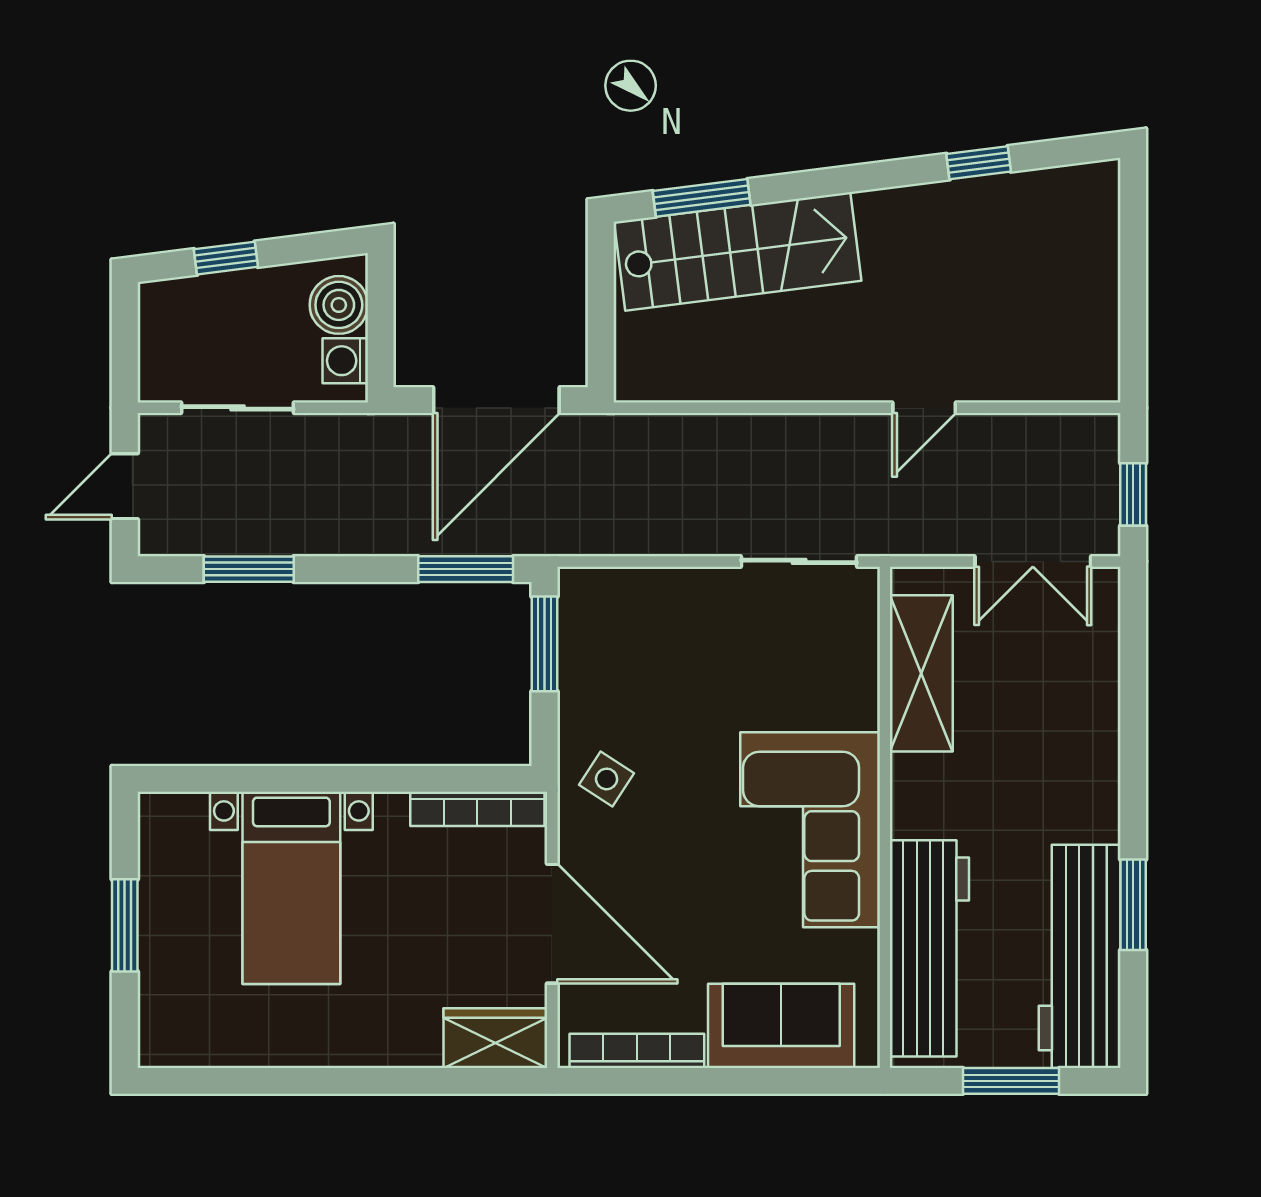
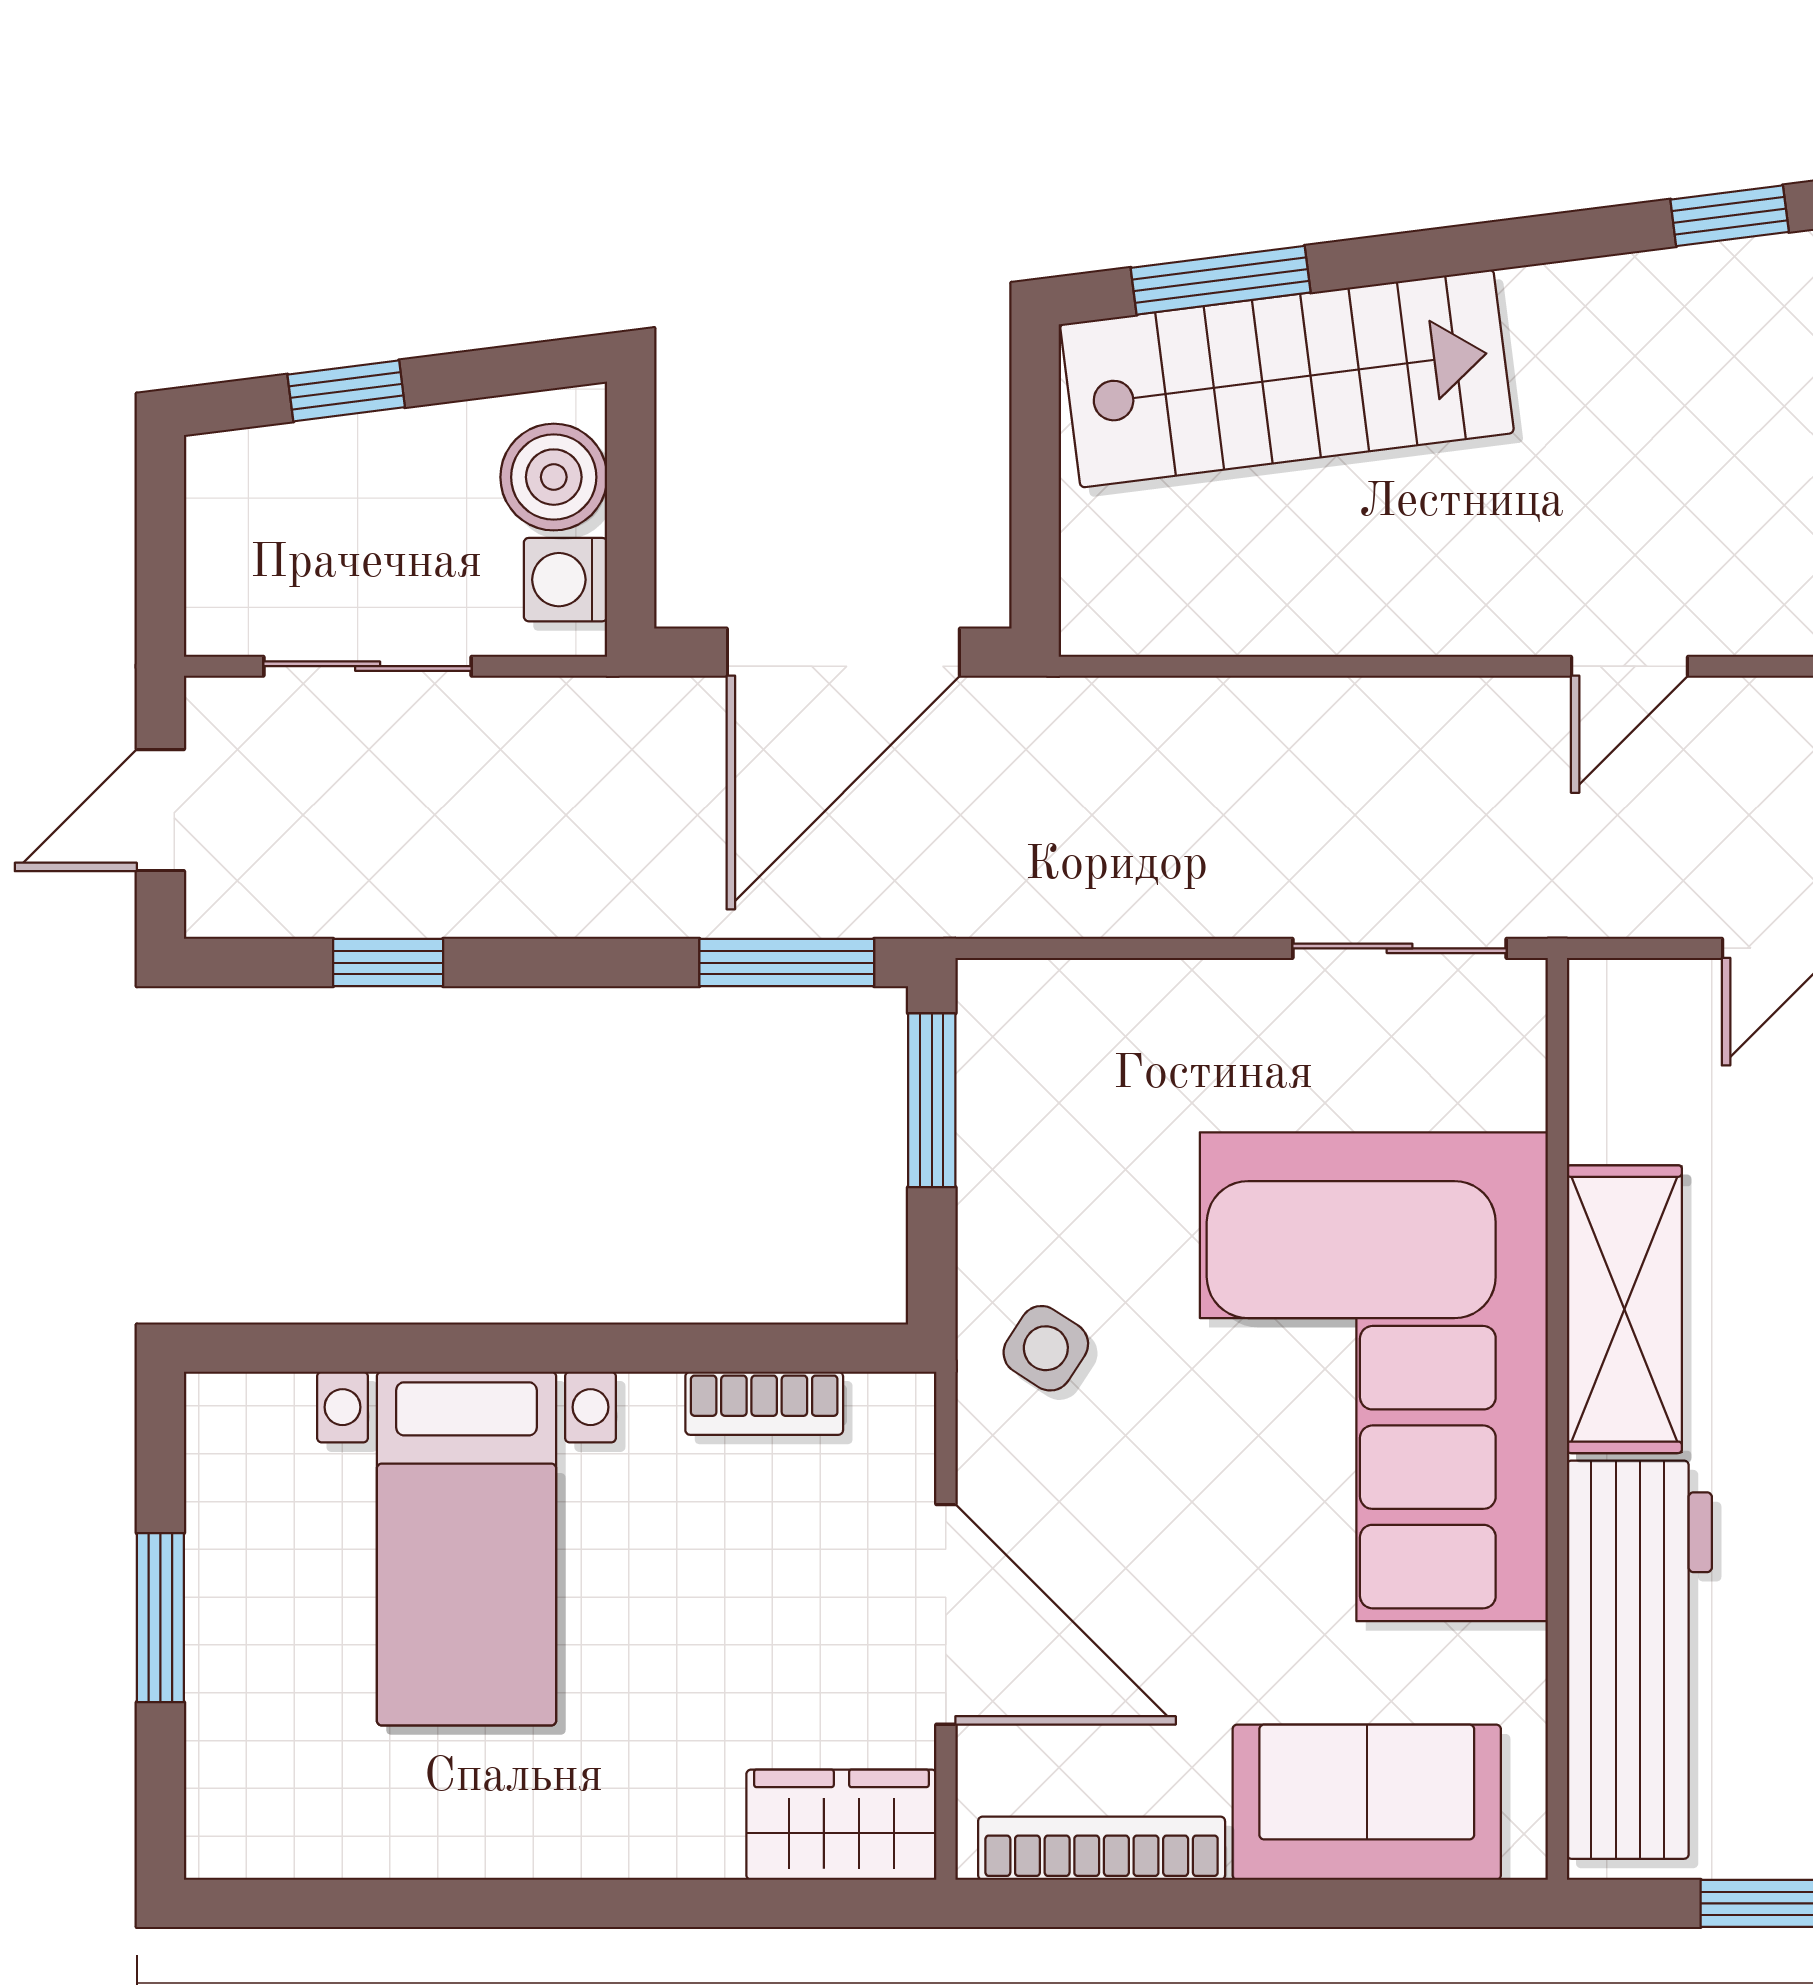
window: (249, 569) -> (388, 963), width x0.67
shelving: (921, 673) -> (1624, 1309), moved
bookcase: (477, 809) -> (764, 1403), width x0.64
corner sofa: (810, 830) -> (1374, 1377), width x1.36, depth x1.36

